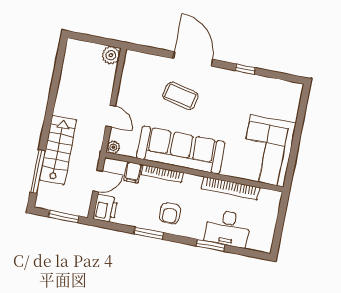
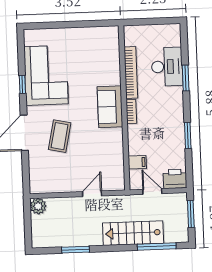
window: (55, 84) -> (76, 250), added
plant: (113, 147) -> (119, 185), removed
sofa: (181, 150) -> (110, 107), width x0.54, depth x0.79
corner sofa: (267, 151) -> (46, 75), moved, turned -90
bookcase: (162, 174) -> (131, 111), moved, width x0.64
armchair: (170, 213) -> (166, 121), removed

